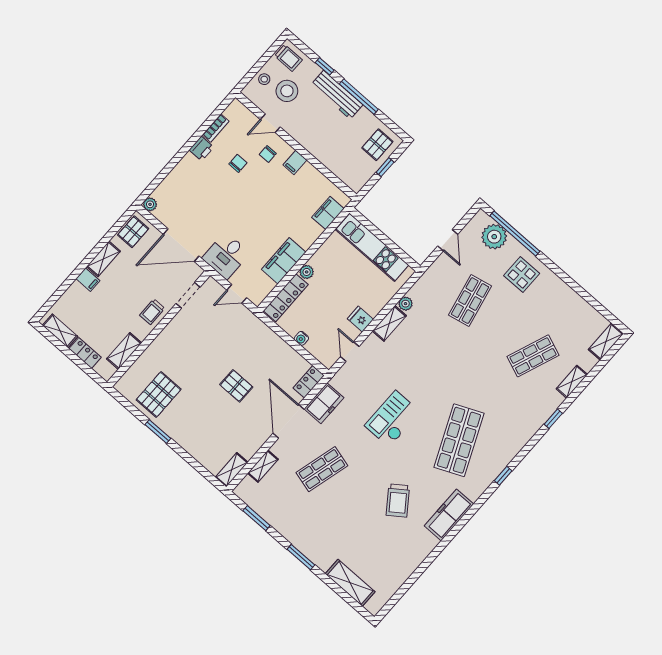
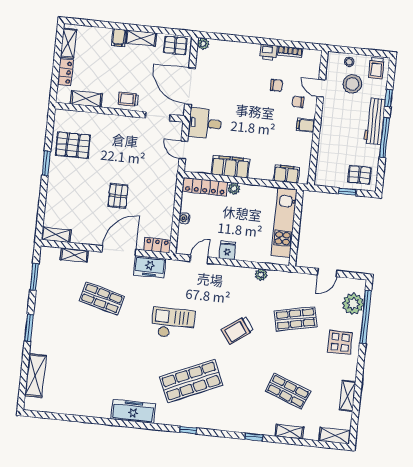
shelving: (389, 323) -> (348, 396), moved, turned 90
trolley: (398, 501) -> (237, 330), moved

